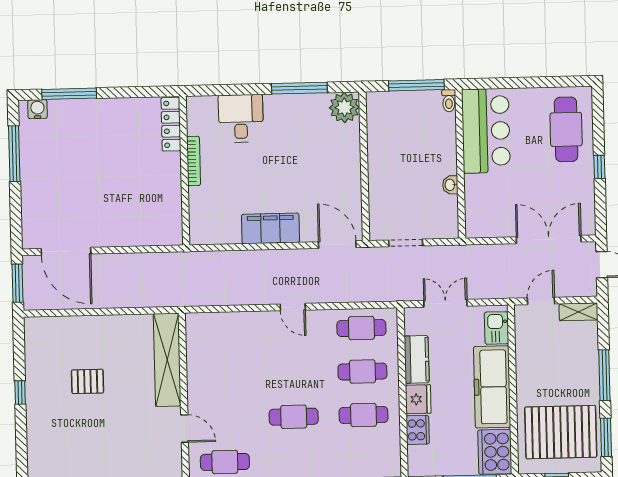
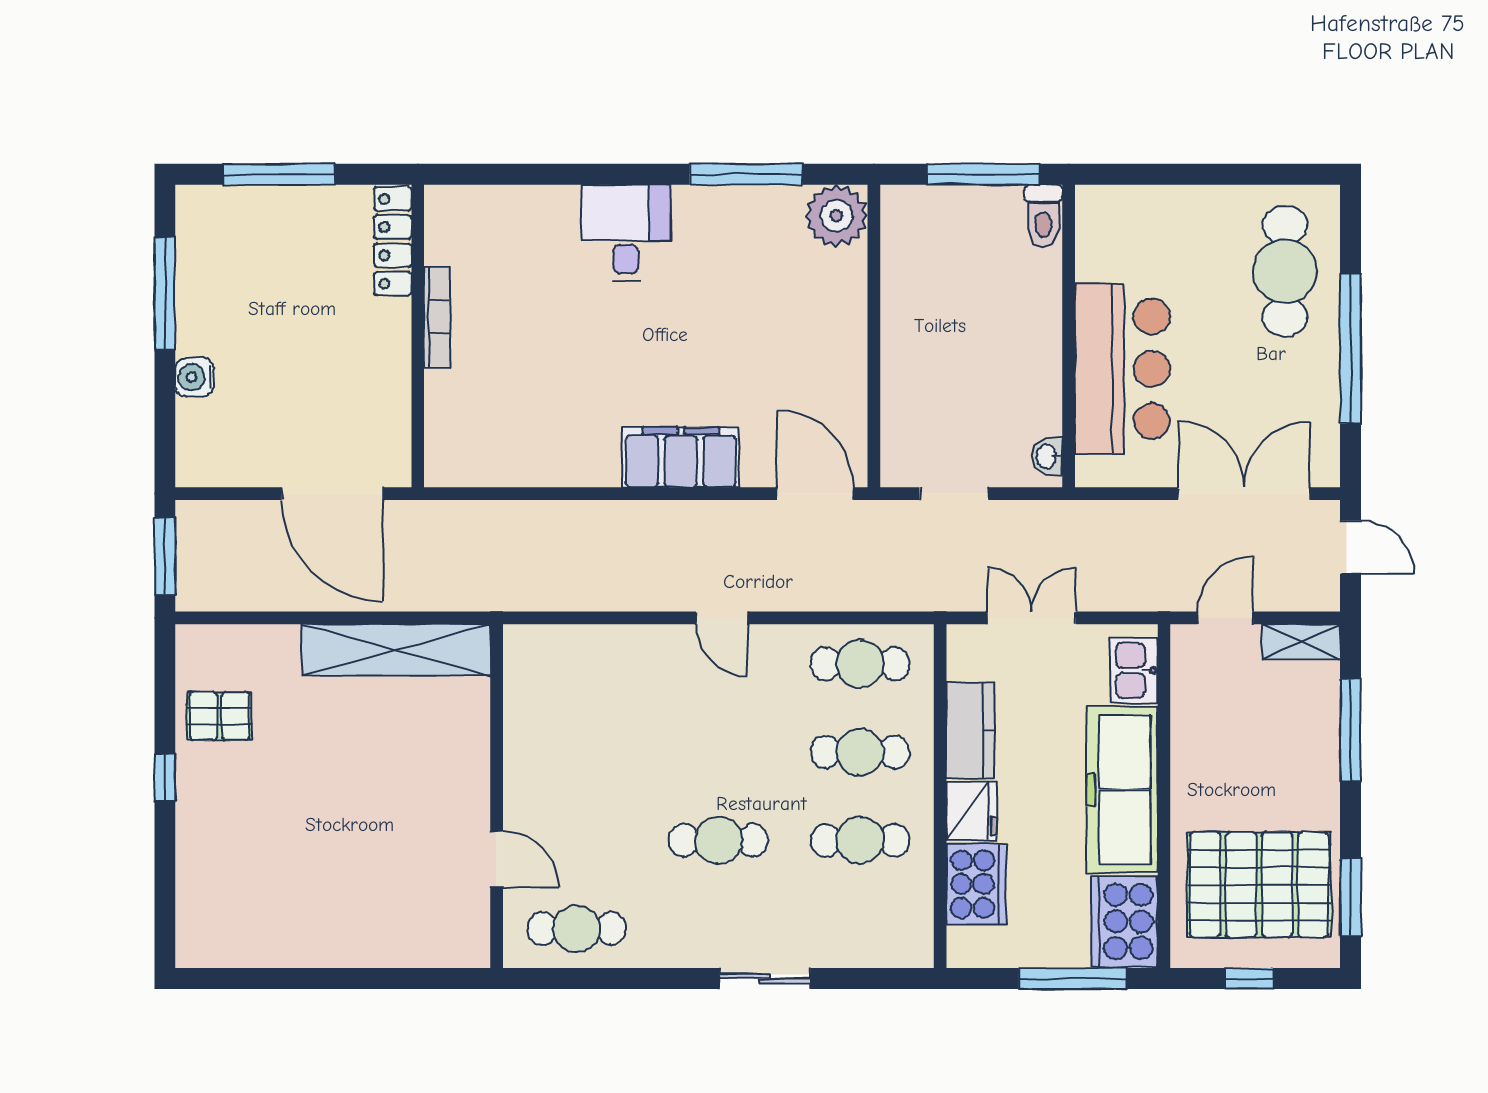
toilet: (449, 101) -> (1043, 216), width x1.37, depth x1.39
water cooler: (37, 109) -> (195, 377), moved, turned -90
locker: (171, 124) -> (393, 241), moved
bar counter: (486, 131) -> (1122, 369), moved
bookcase: (194, 161) -> (437, 317), moved
window: (599, 167) -> (1351, 349), width x3.17
wall: (184, 171) -> (418, 336), moved
washbasin: (450, 185) -> (1047, 456), moved
door: (66, 251) -> (332, 494), moved
shelving: (167, 360) -> (396, 650), moved, turned 90
window: (604, 375) -> (1351, 730), moved
pallet: (87, 381) -> (219, 716), moved
cooker: (418, 430) -> (976, 884), width x1.37, depth x1.31

